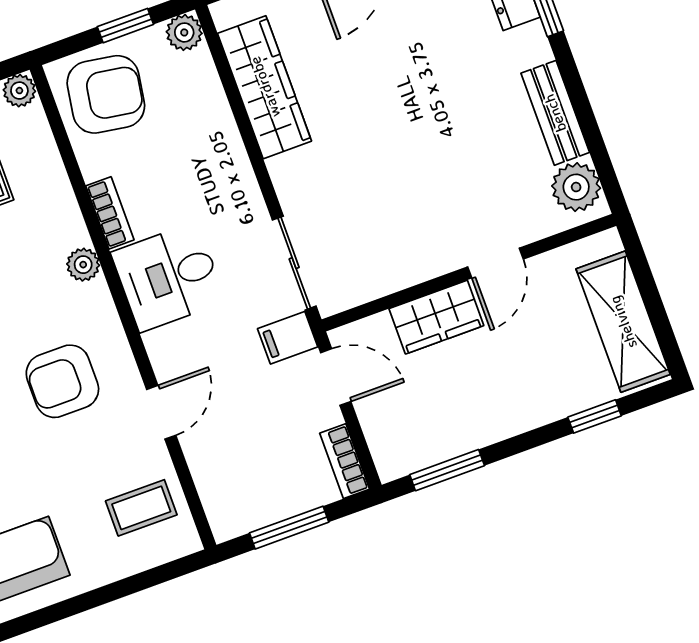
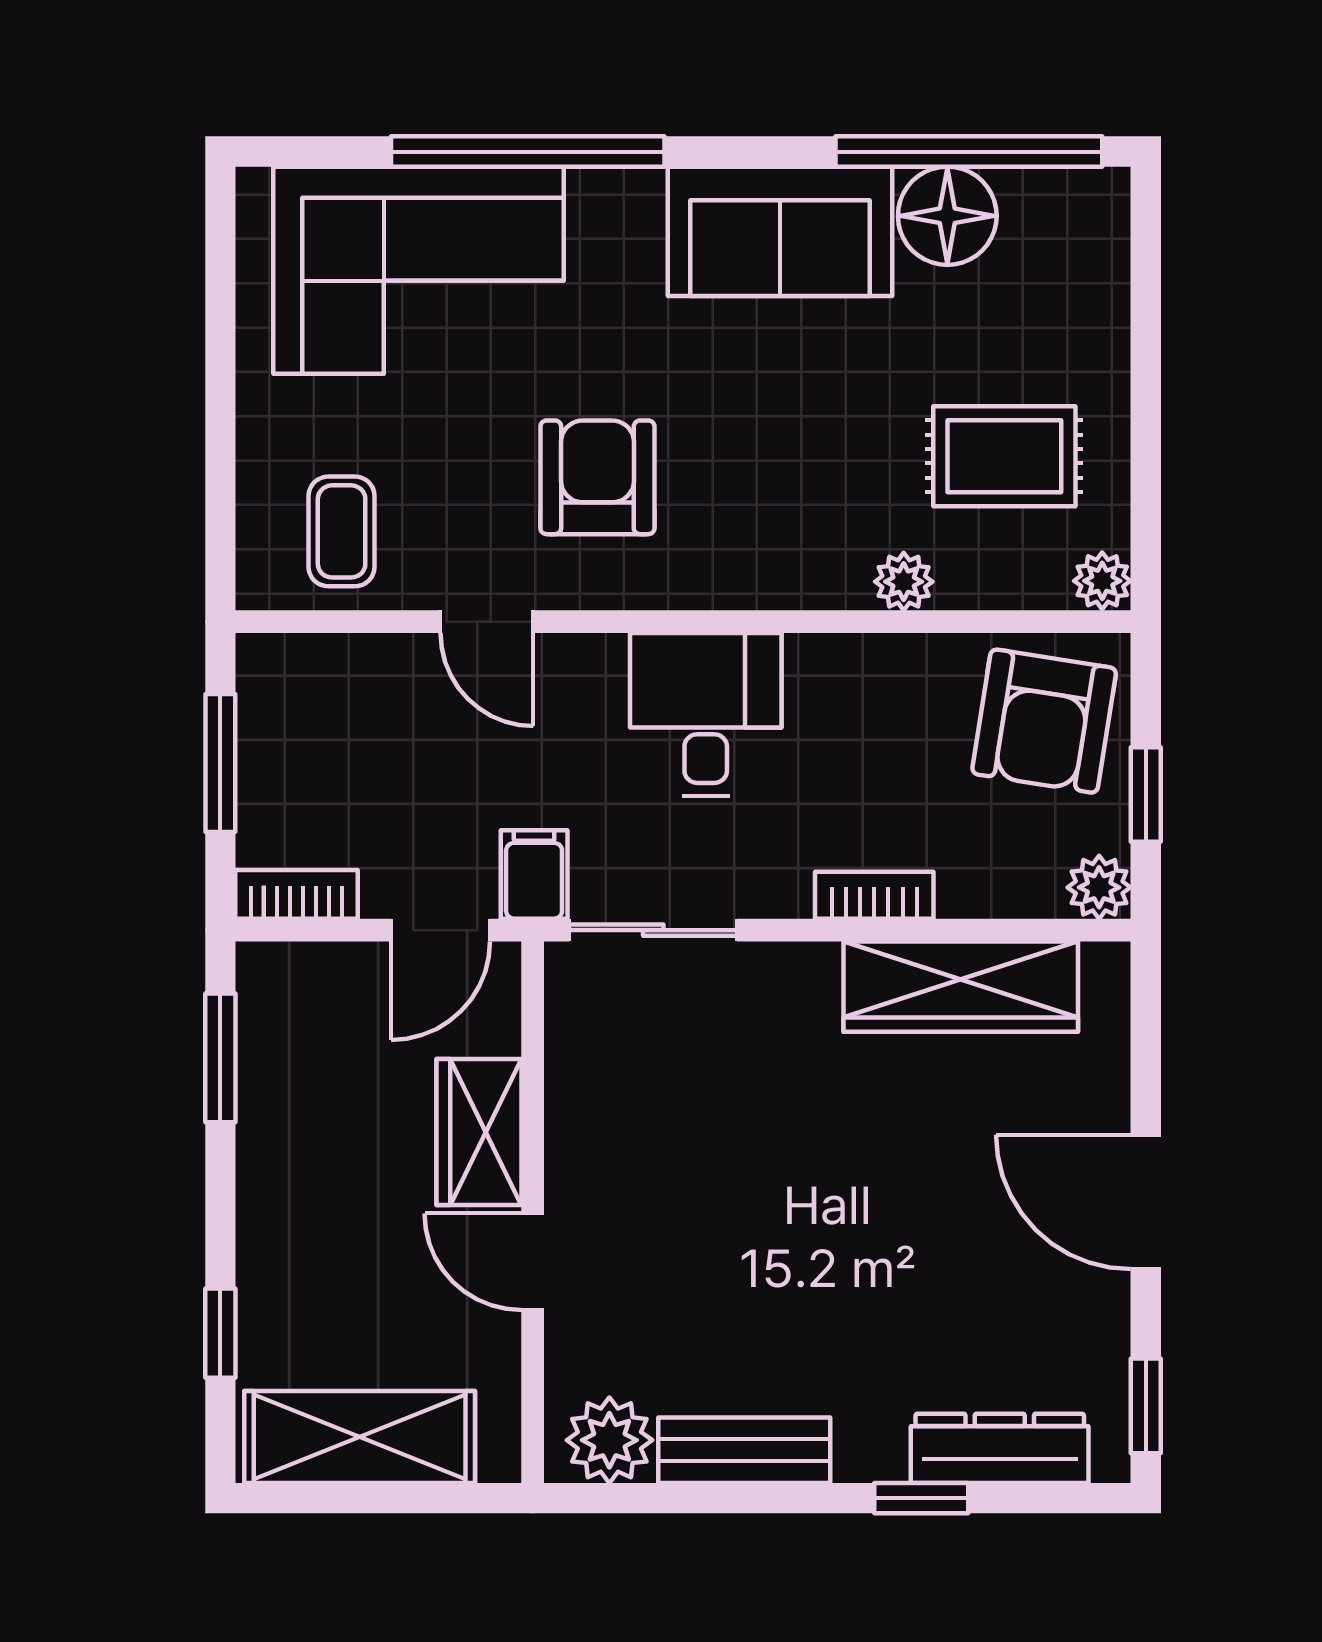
bookcase: (110, 213) -> (874, 895), moved, turned 180
plant: (83, 265) -> (904, 582), moved

